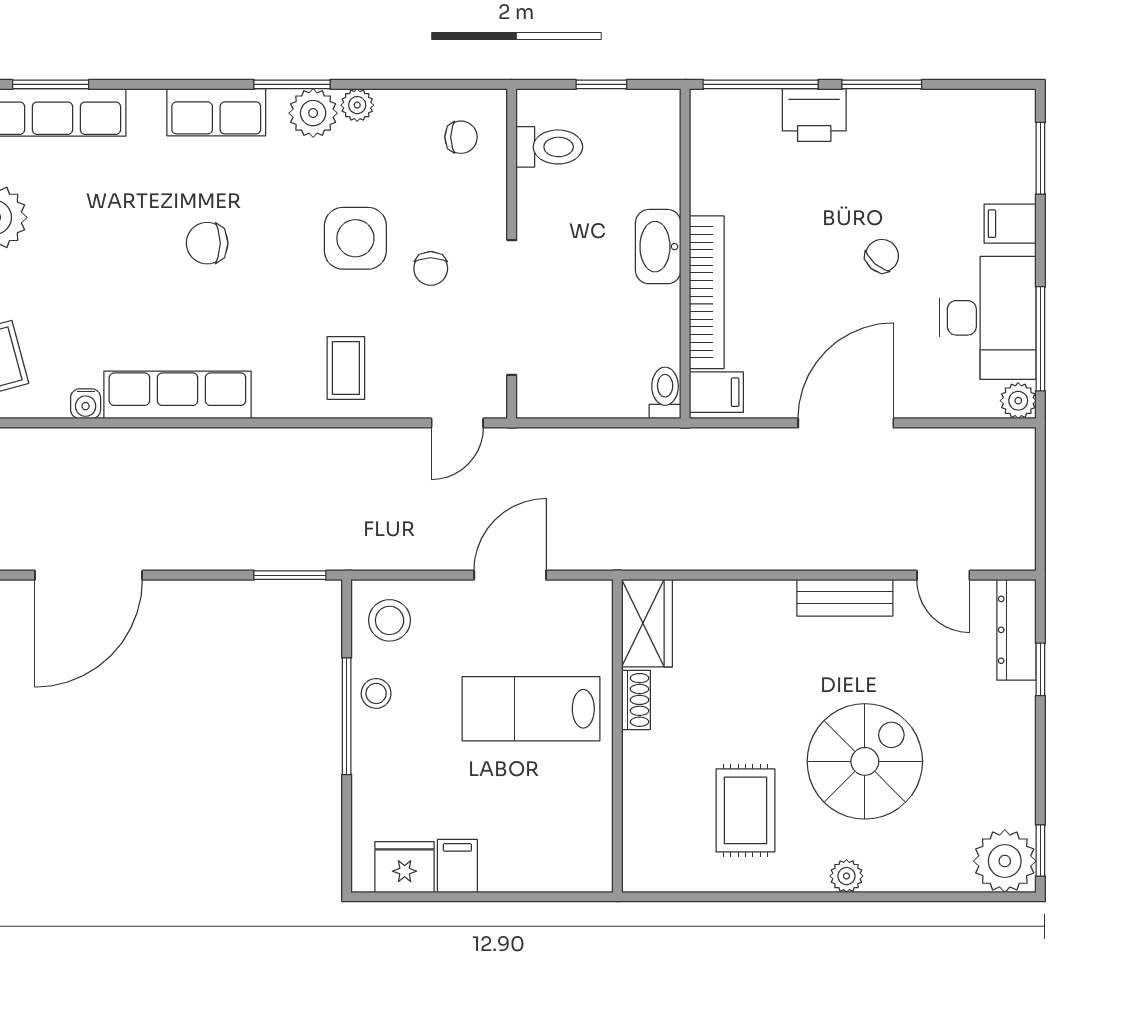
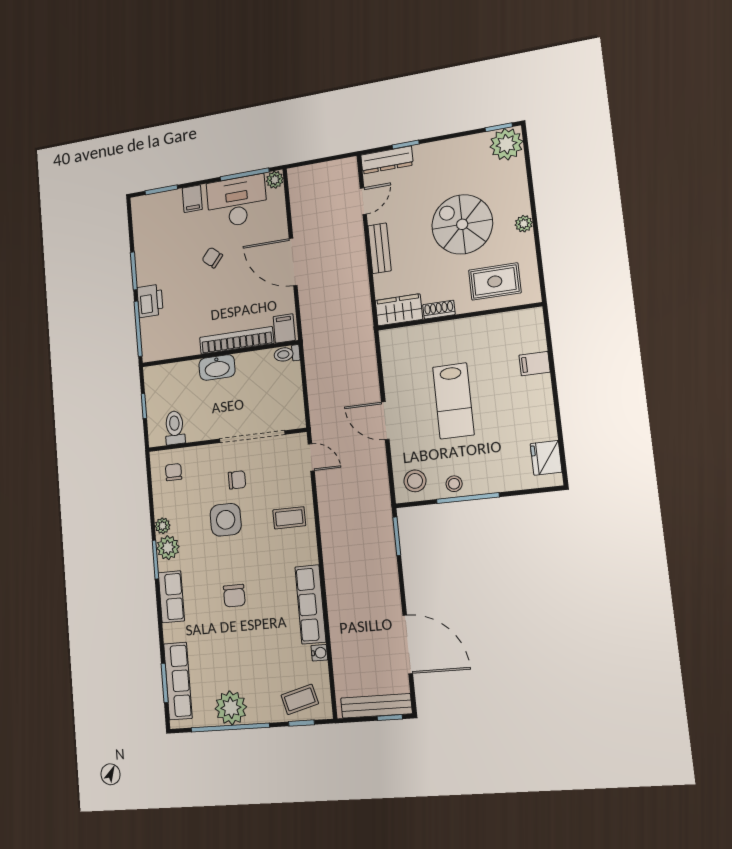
wardrobe: (647, 623) -> (399, 310), moved
shoe rack: (636, 700) -> (439, 310), moved
wall: (617, 736) -> (459, 316), moved
filing cabinet: (457, 866) -> (535, 364), moved

